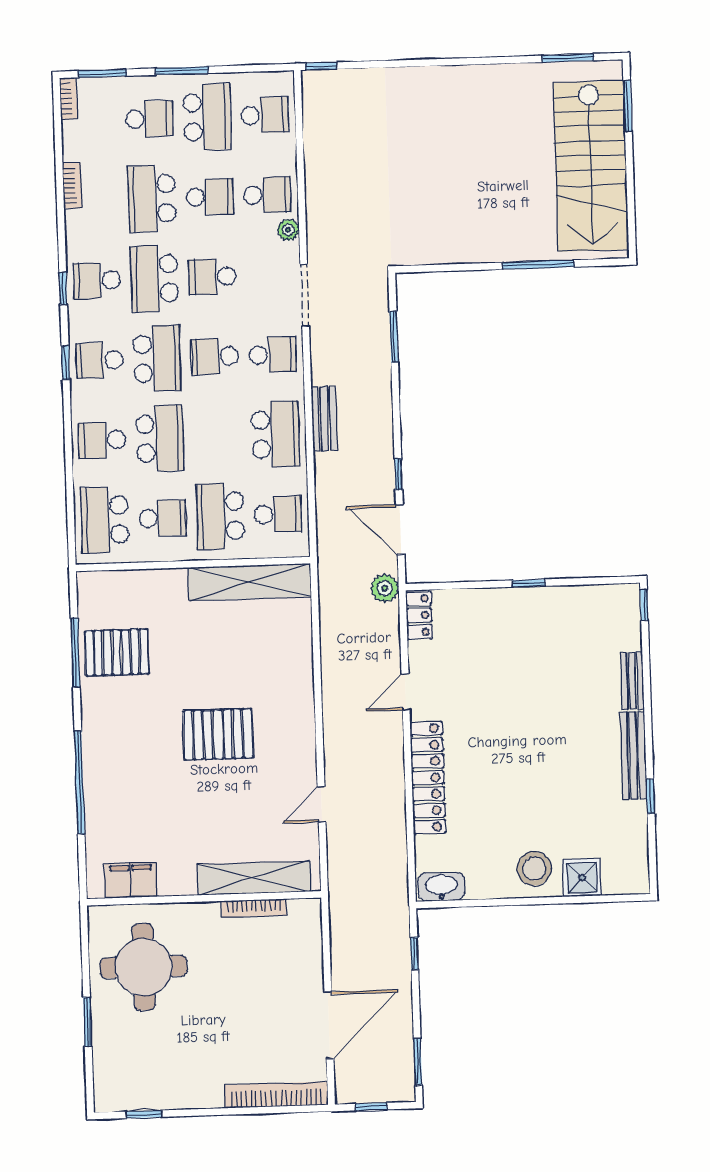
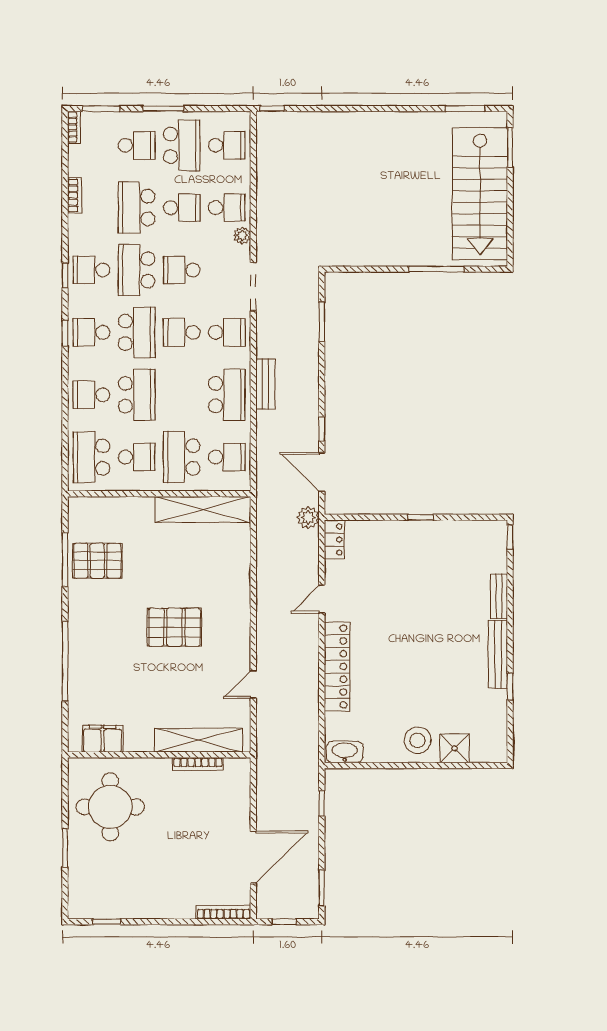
bookcase: (276, 1095) -> (223, 912), width x0.68, depth x0.76

